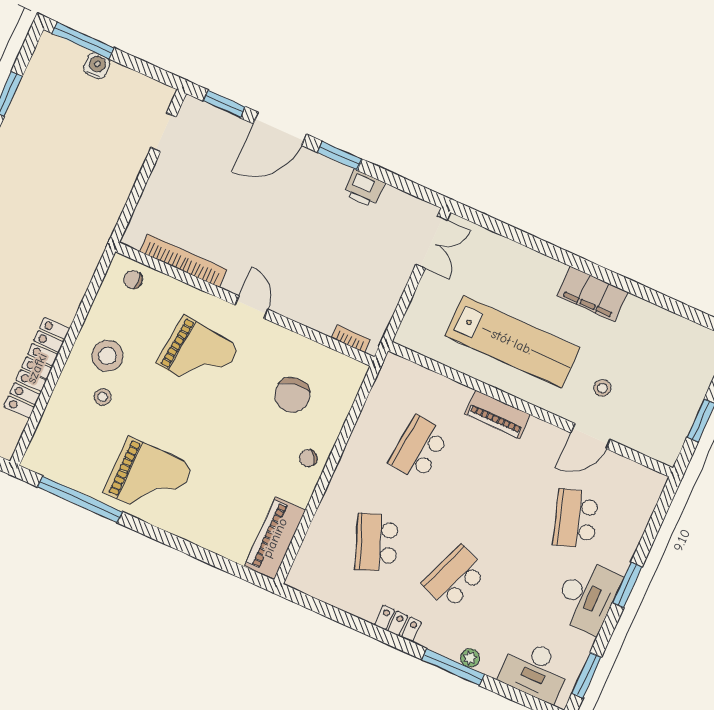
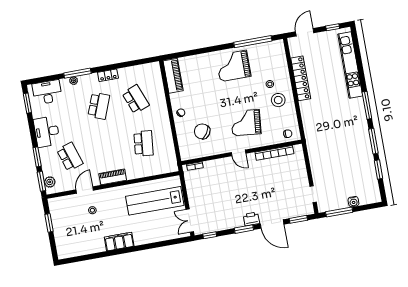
window: (83, 40) -> (339, 212), moved
door: (280, 129) -> (272, 224), swing flipped
printer: (364, 188) -> (251, 219), moved
window: (413, 188) -> (210, 235), added
lab bench: (512, 342) -> (155, 201), moved
chair: (292, 395) -> (202, 131), turned -48
piano: (498, 414) -> (113, 177), moved
plant: (647, 497) -> (50, 182), added
window: (661, 509) -> (41, 181), added
window: (627, 585) -> (37, 157), moved

